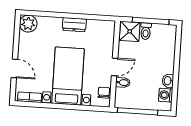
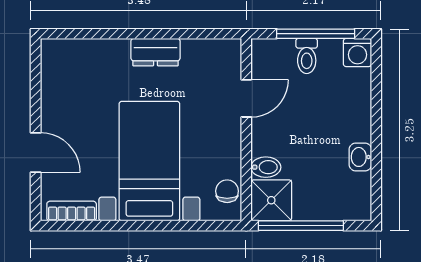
plant: (28, 24) -> (58, 56), removed
shower: (130, 31) -> (271, 200), moved
door: (115, 67) -> (246, 98), moved
washing machine: (166, 95) -> (357, 52), moved, turned -90

